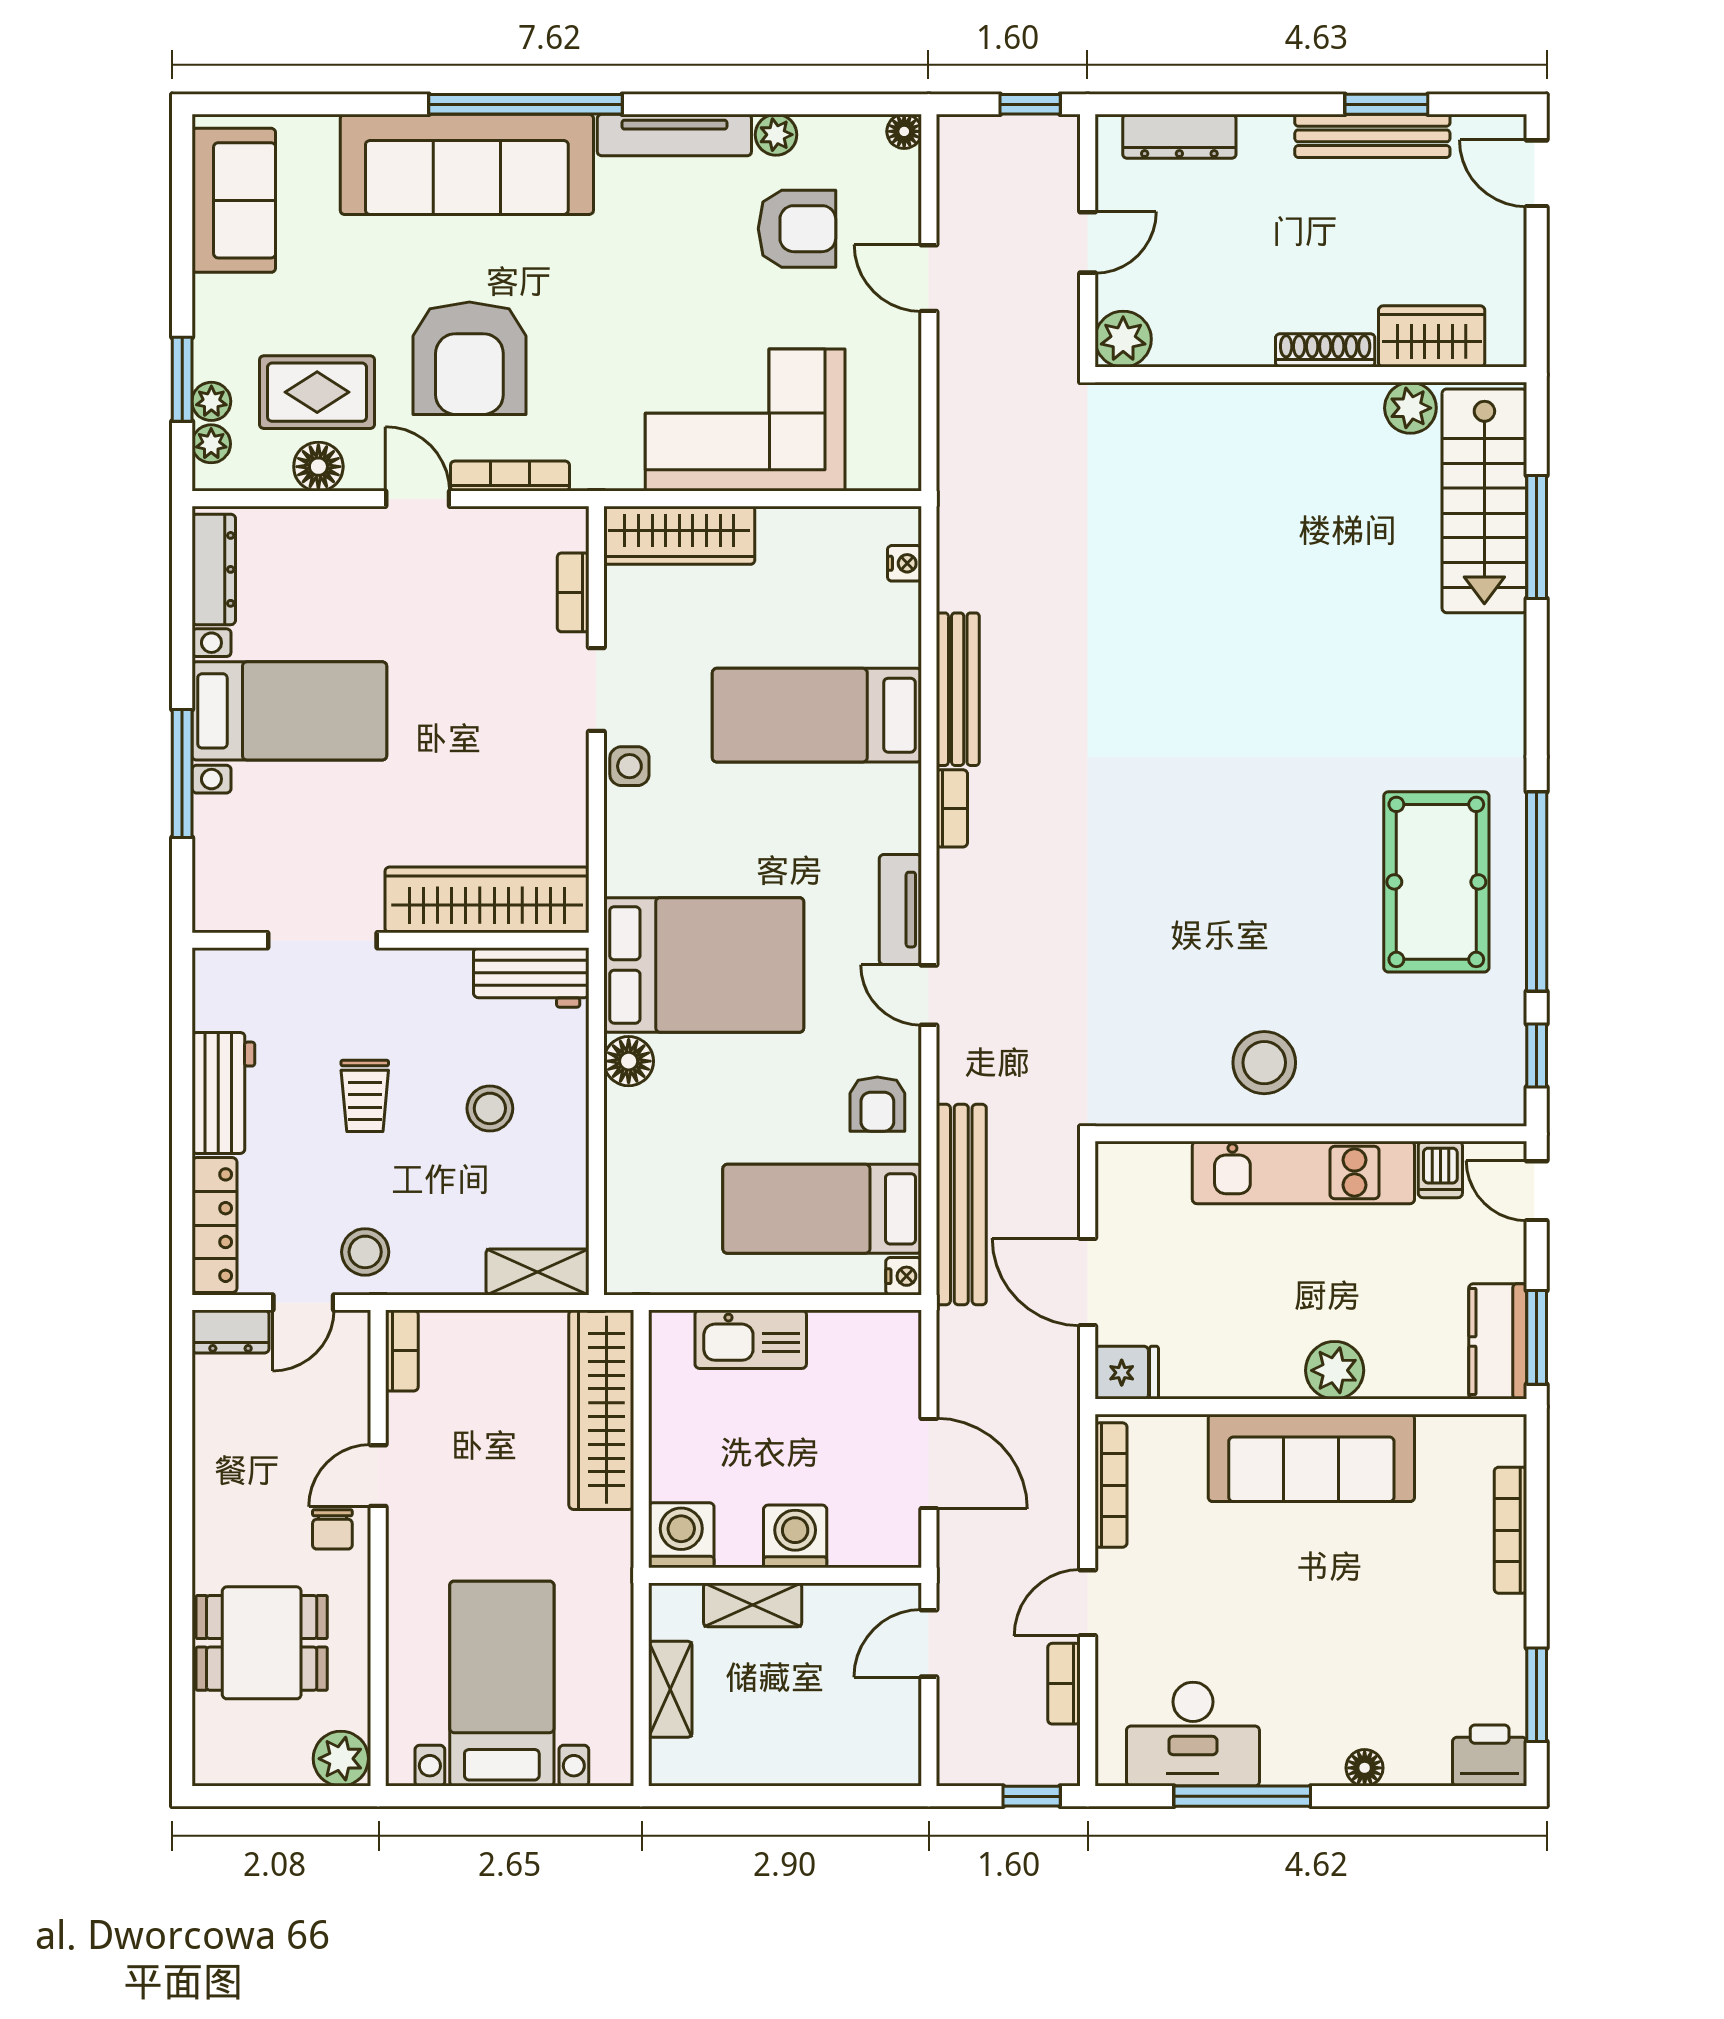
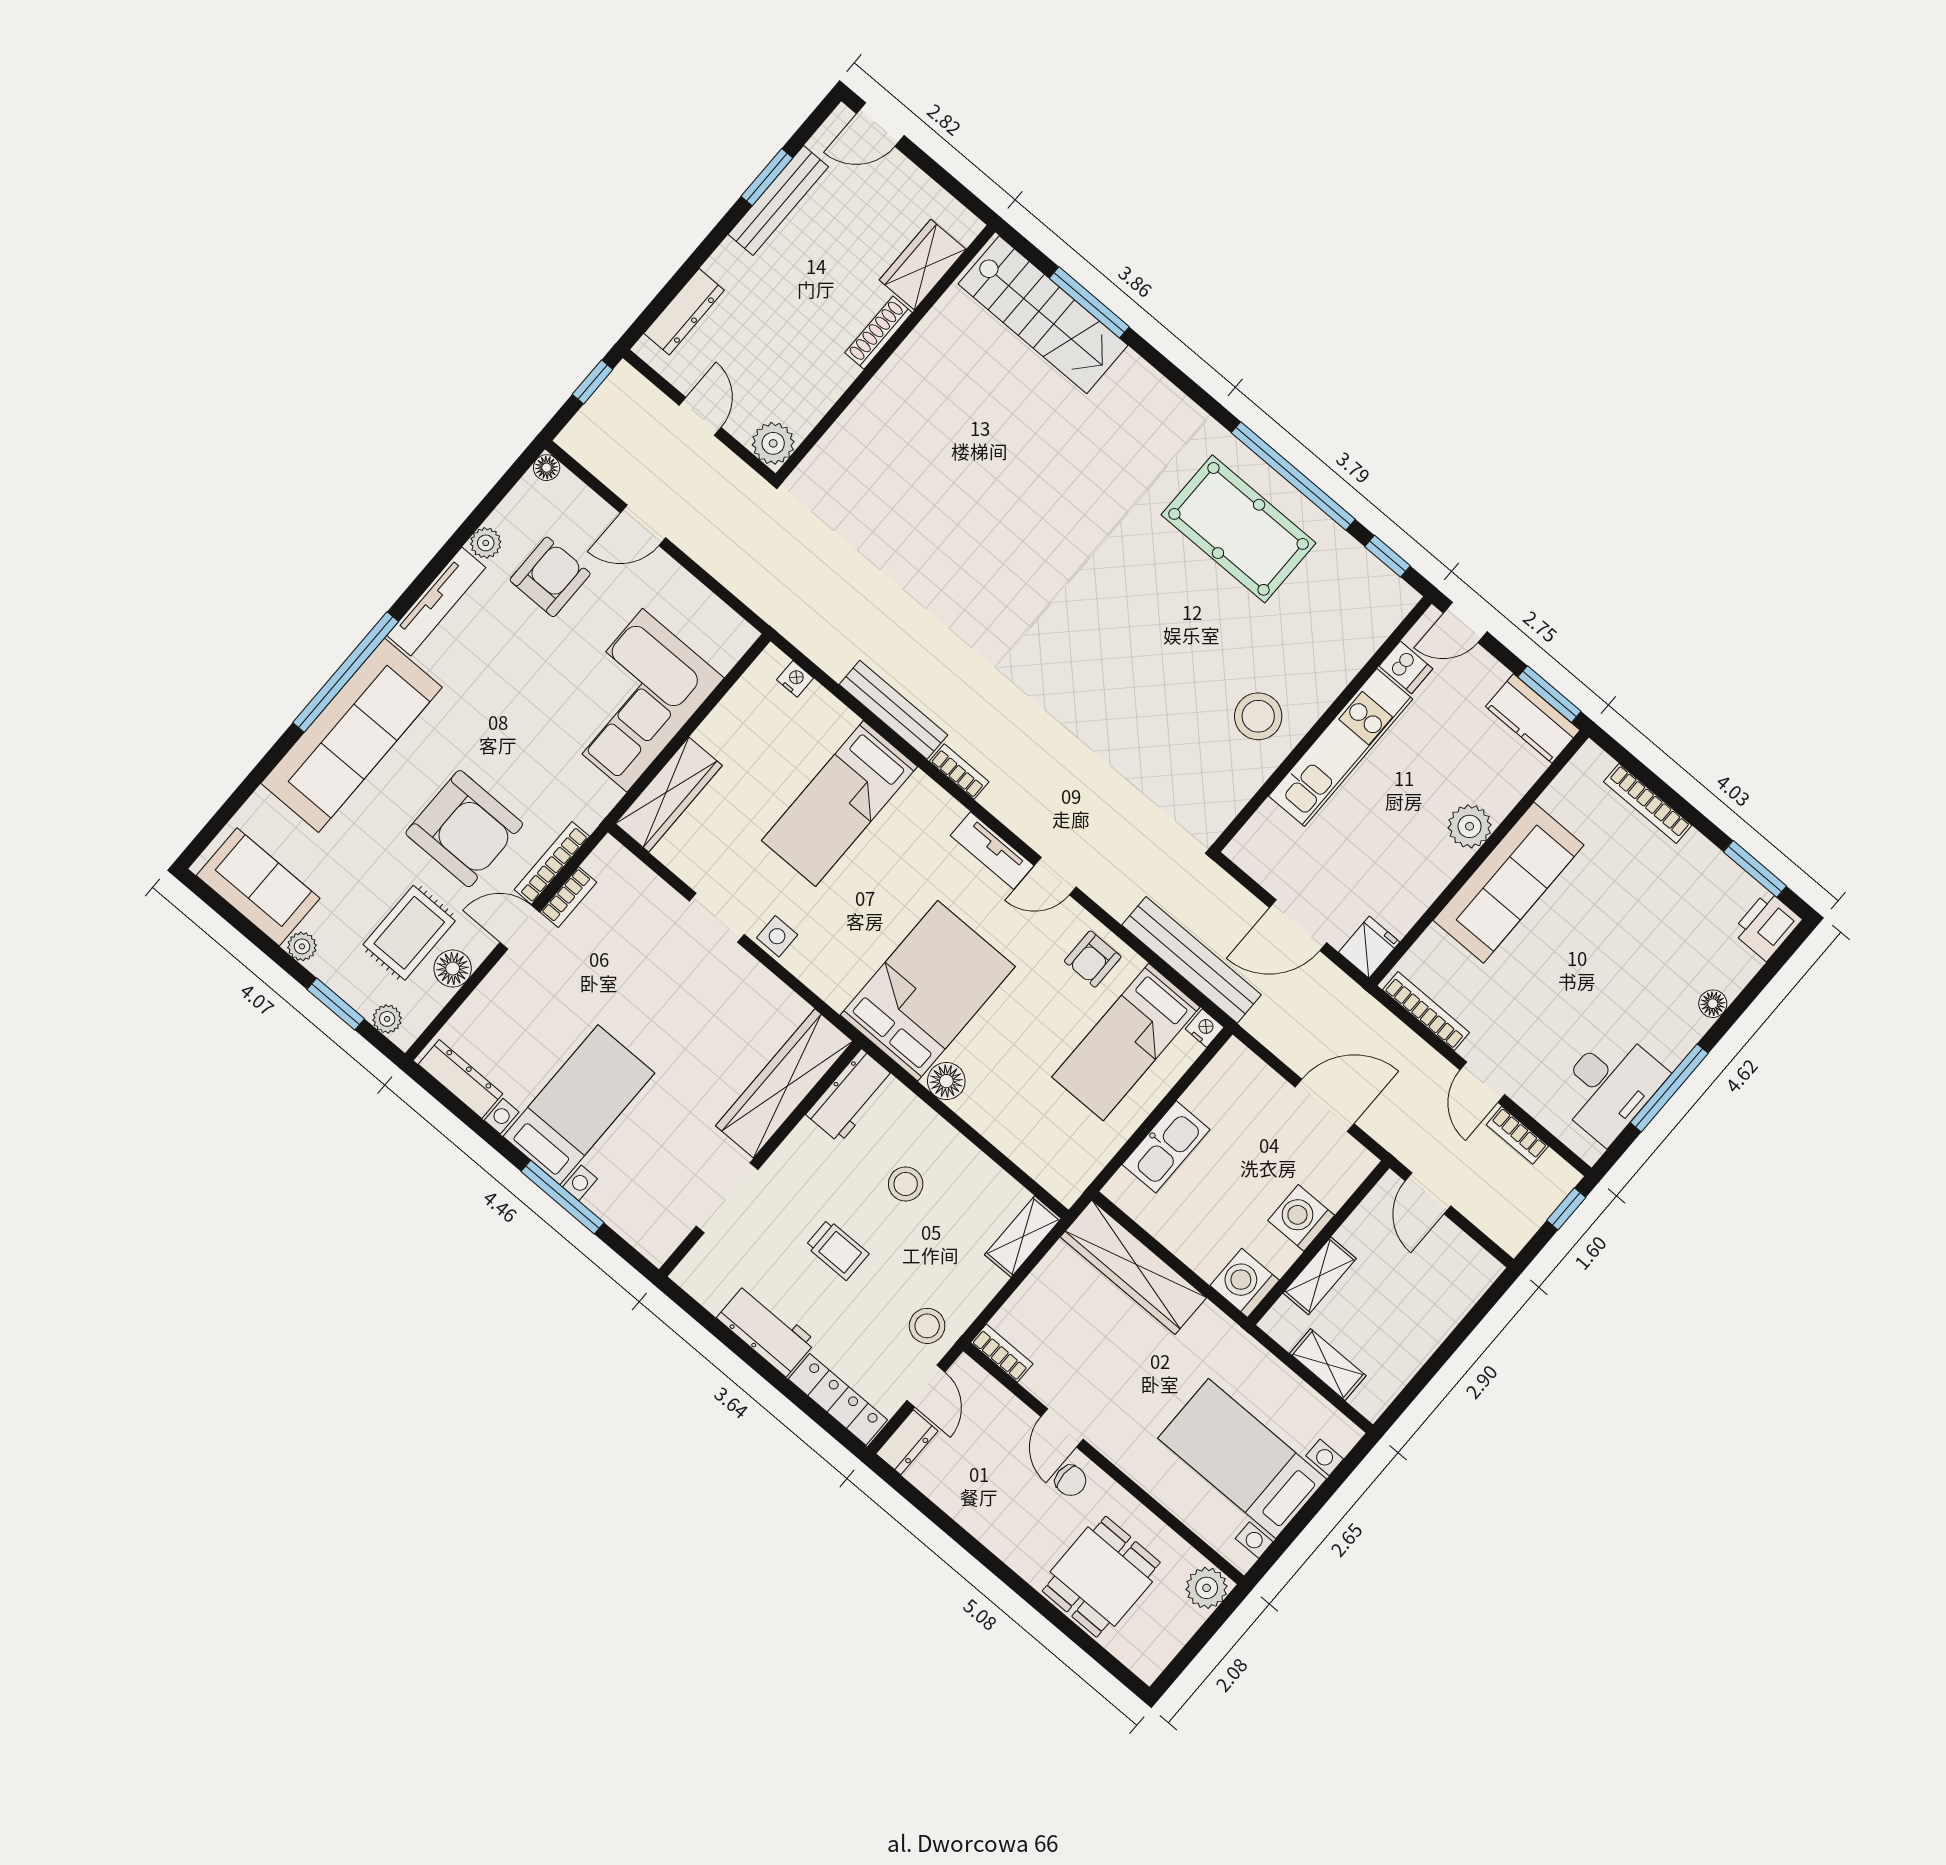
plant: (211, 401) -> (302, 946), moved
plant: (1410, 408) -> (953, 312), removed
bookcase: (573, 592) -> (568, 897), moved, turned -90
armchair: (877, 1104) -> (1093, 959), turned 90

